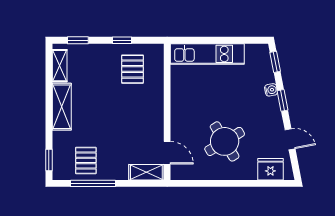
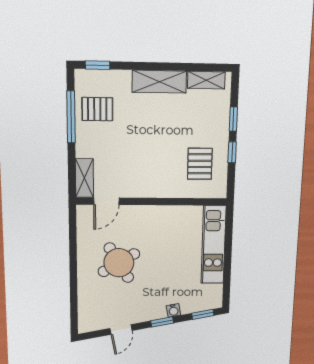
window: (78, 40) -> (233, 119), moved
pallet: (133, 69) -> (200, 164), turned 90
fridge: (270, 169) -> (89, 310), removed

